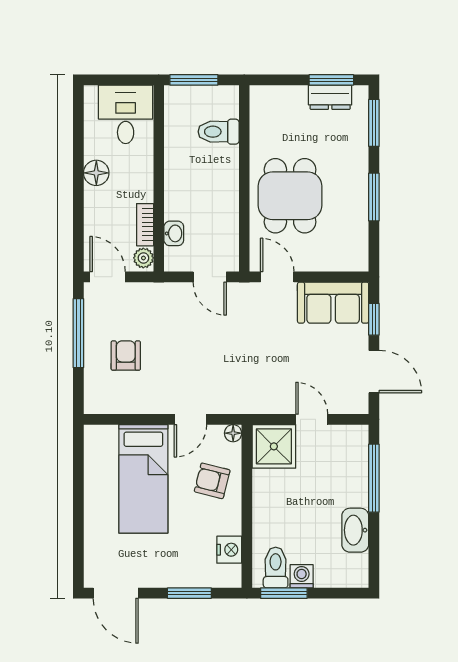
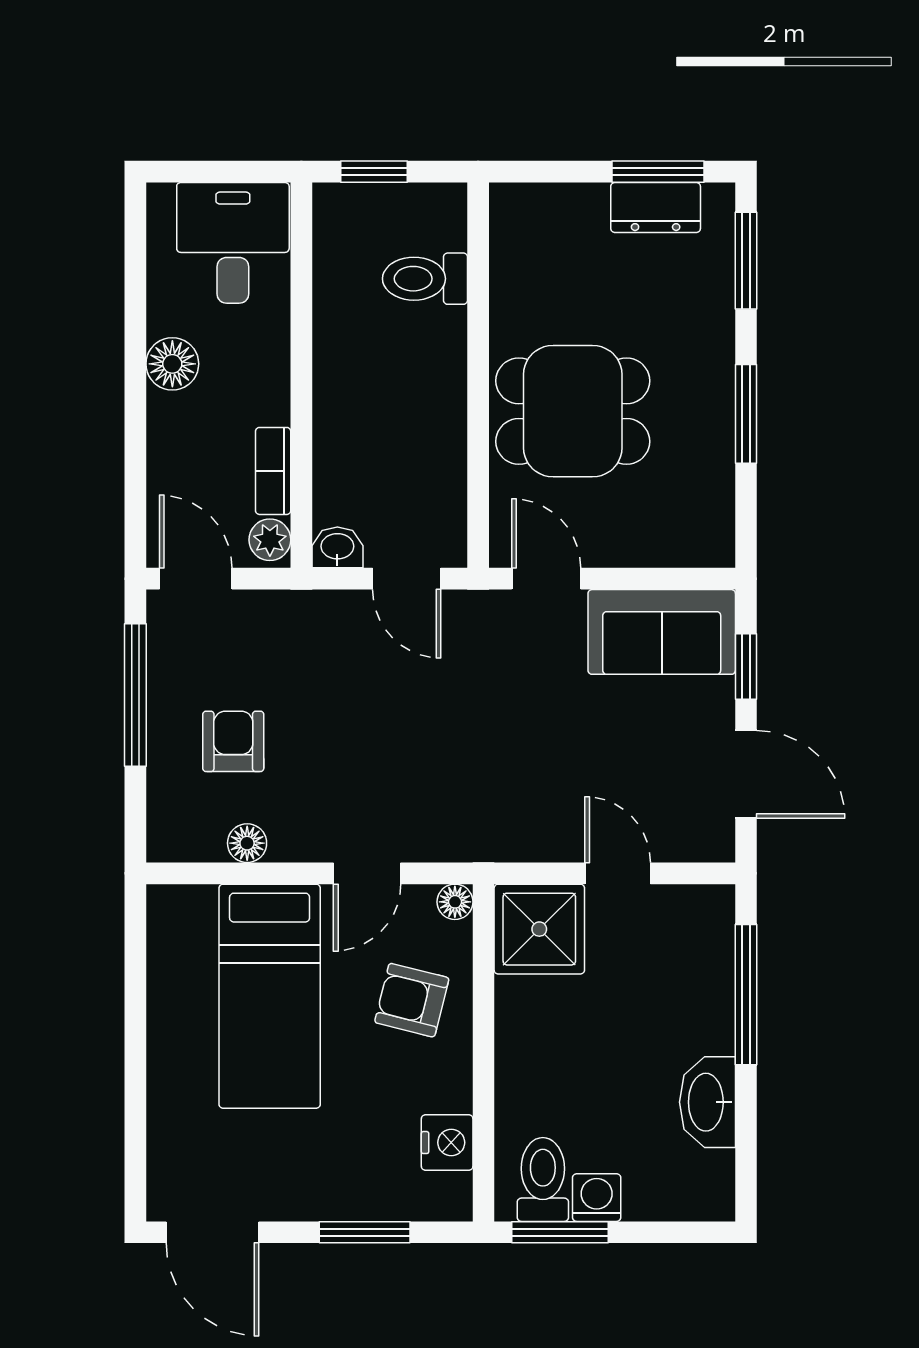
window: (194, 80) -> (374, 172), width x0.67
dining table: (290, 196) -> (573, 411), turned 90
washbasin: (174, 233) -> (337, 547), moved, turned -90
floor lamp: (132, 405) -> (247, 843), added

